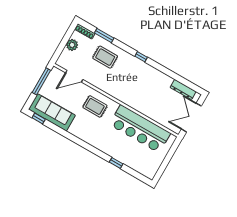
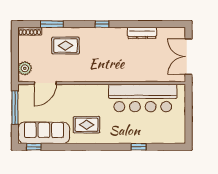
plant: (72, 45) -> (25, 68), moved
dresser: (183, 89) -> (142, 33), moved
rug: (95, 106) -> (87, 125), moved

